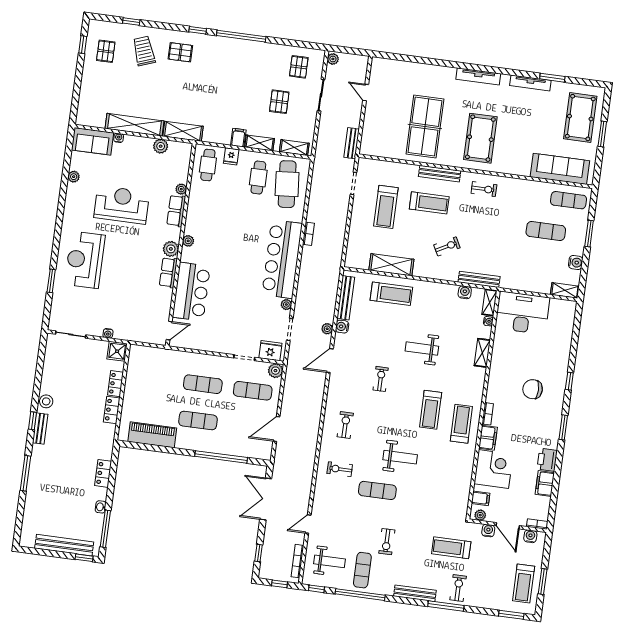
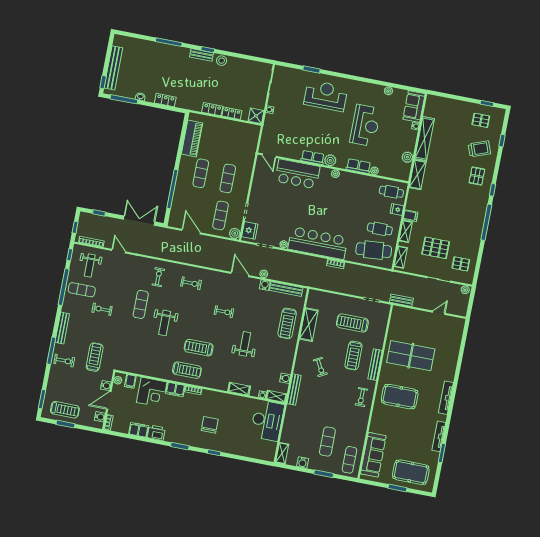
pallet: (279, 102) -> (436, 248), width x1.50, depth x1.42
treadmill: (524, 583) -> (65, 410), turned 180

